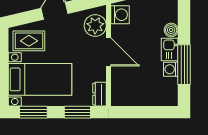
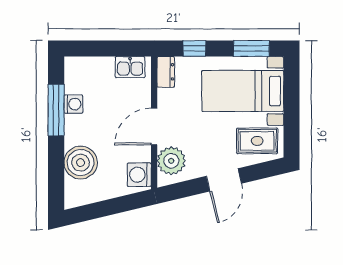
boiler: (171, 30) -> (81, 163), width x1.86, depth x1.86
kitchen sink: (170, 49) -> (130, 67), moved, turned 90
door: (109, 52) -> (154, 126), hinge flipped
window: (77, 112) -> (194, 49), width x0.67

